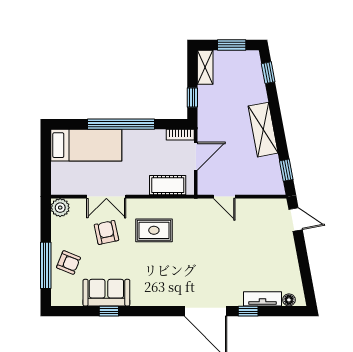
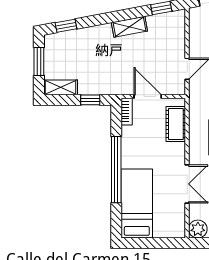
shelving: (263, 130) -> (129, 27), width x0.67, depth x0.75

